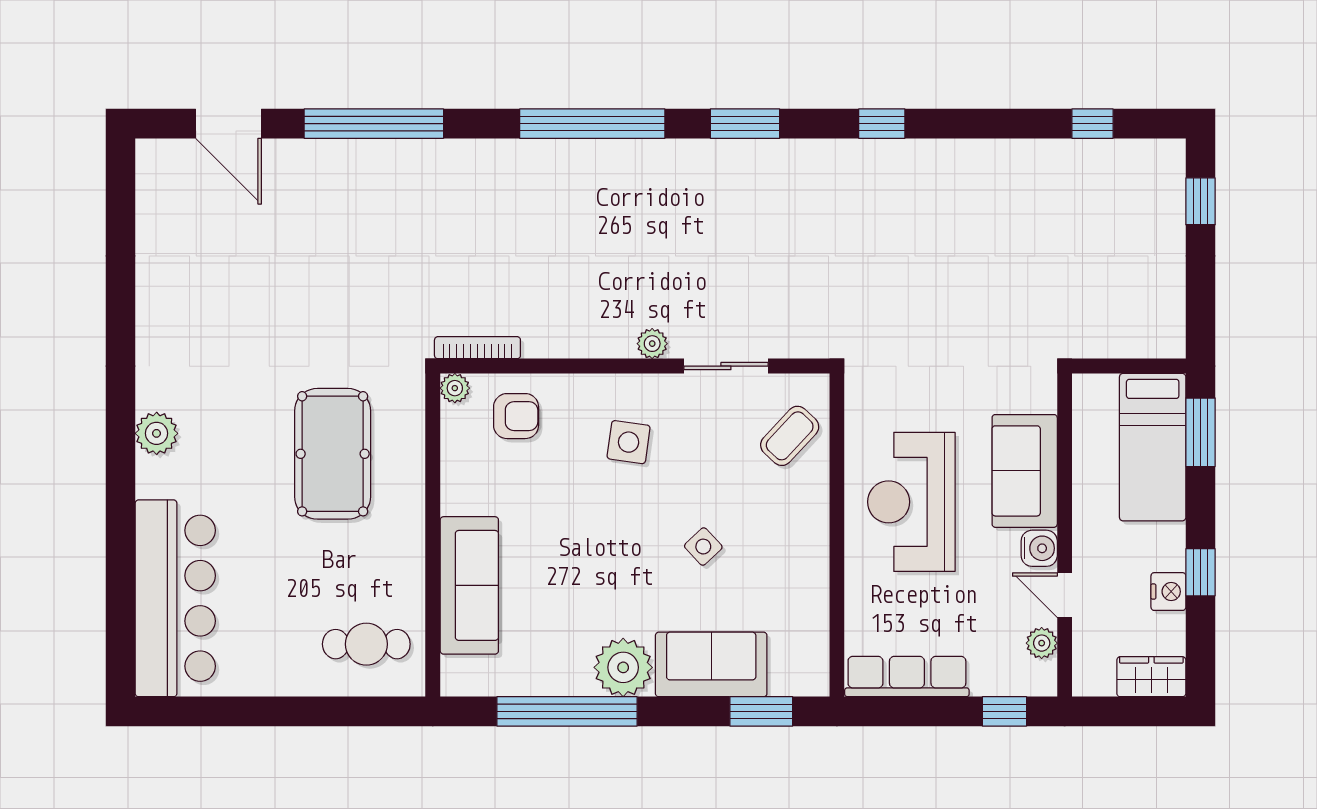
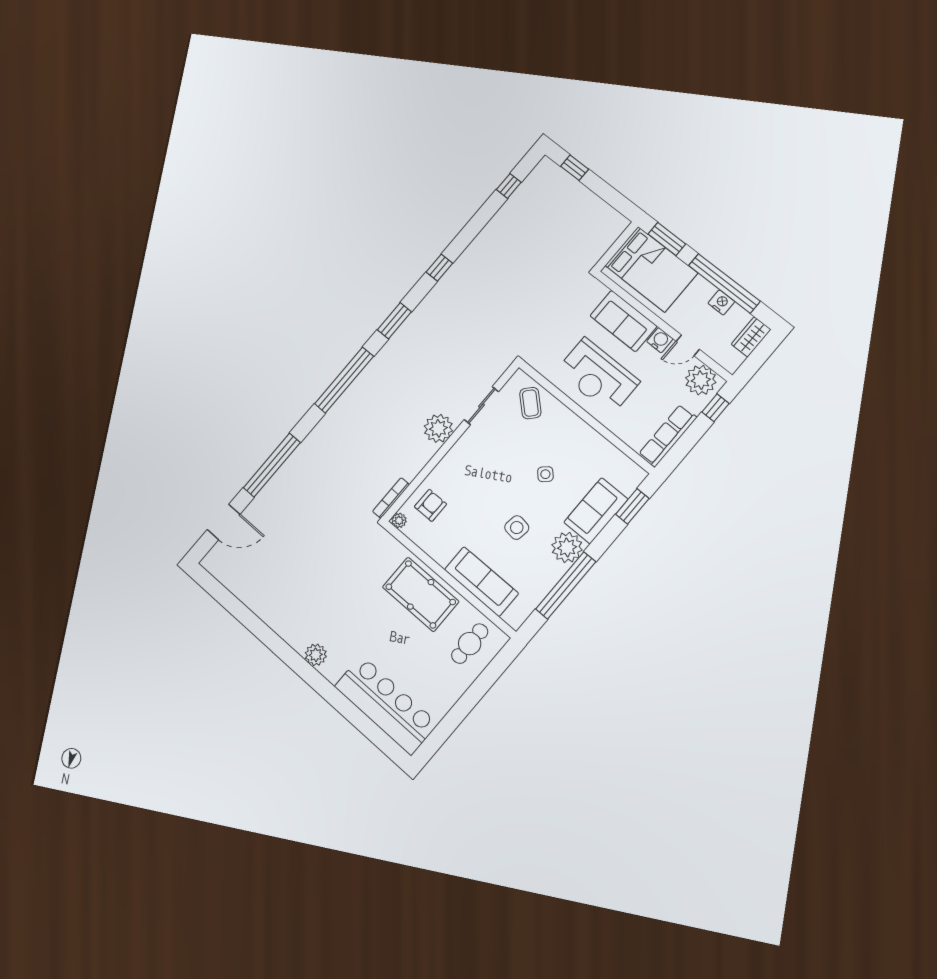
plant: (652, 344) -> (438, 428), width x1.88, depth x1.88
side table: (629, 442) -> (517, 528), moved
bed: (1153, 447) -> (651, 269), width x1.50
pool table: (333, 454) -> (421, 594), moved
window: (1201, 572) -> (724, 283), width x3.17
plant: (1042, 643) -> (701, 380), width x1.88, depth x1.88

